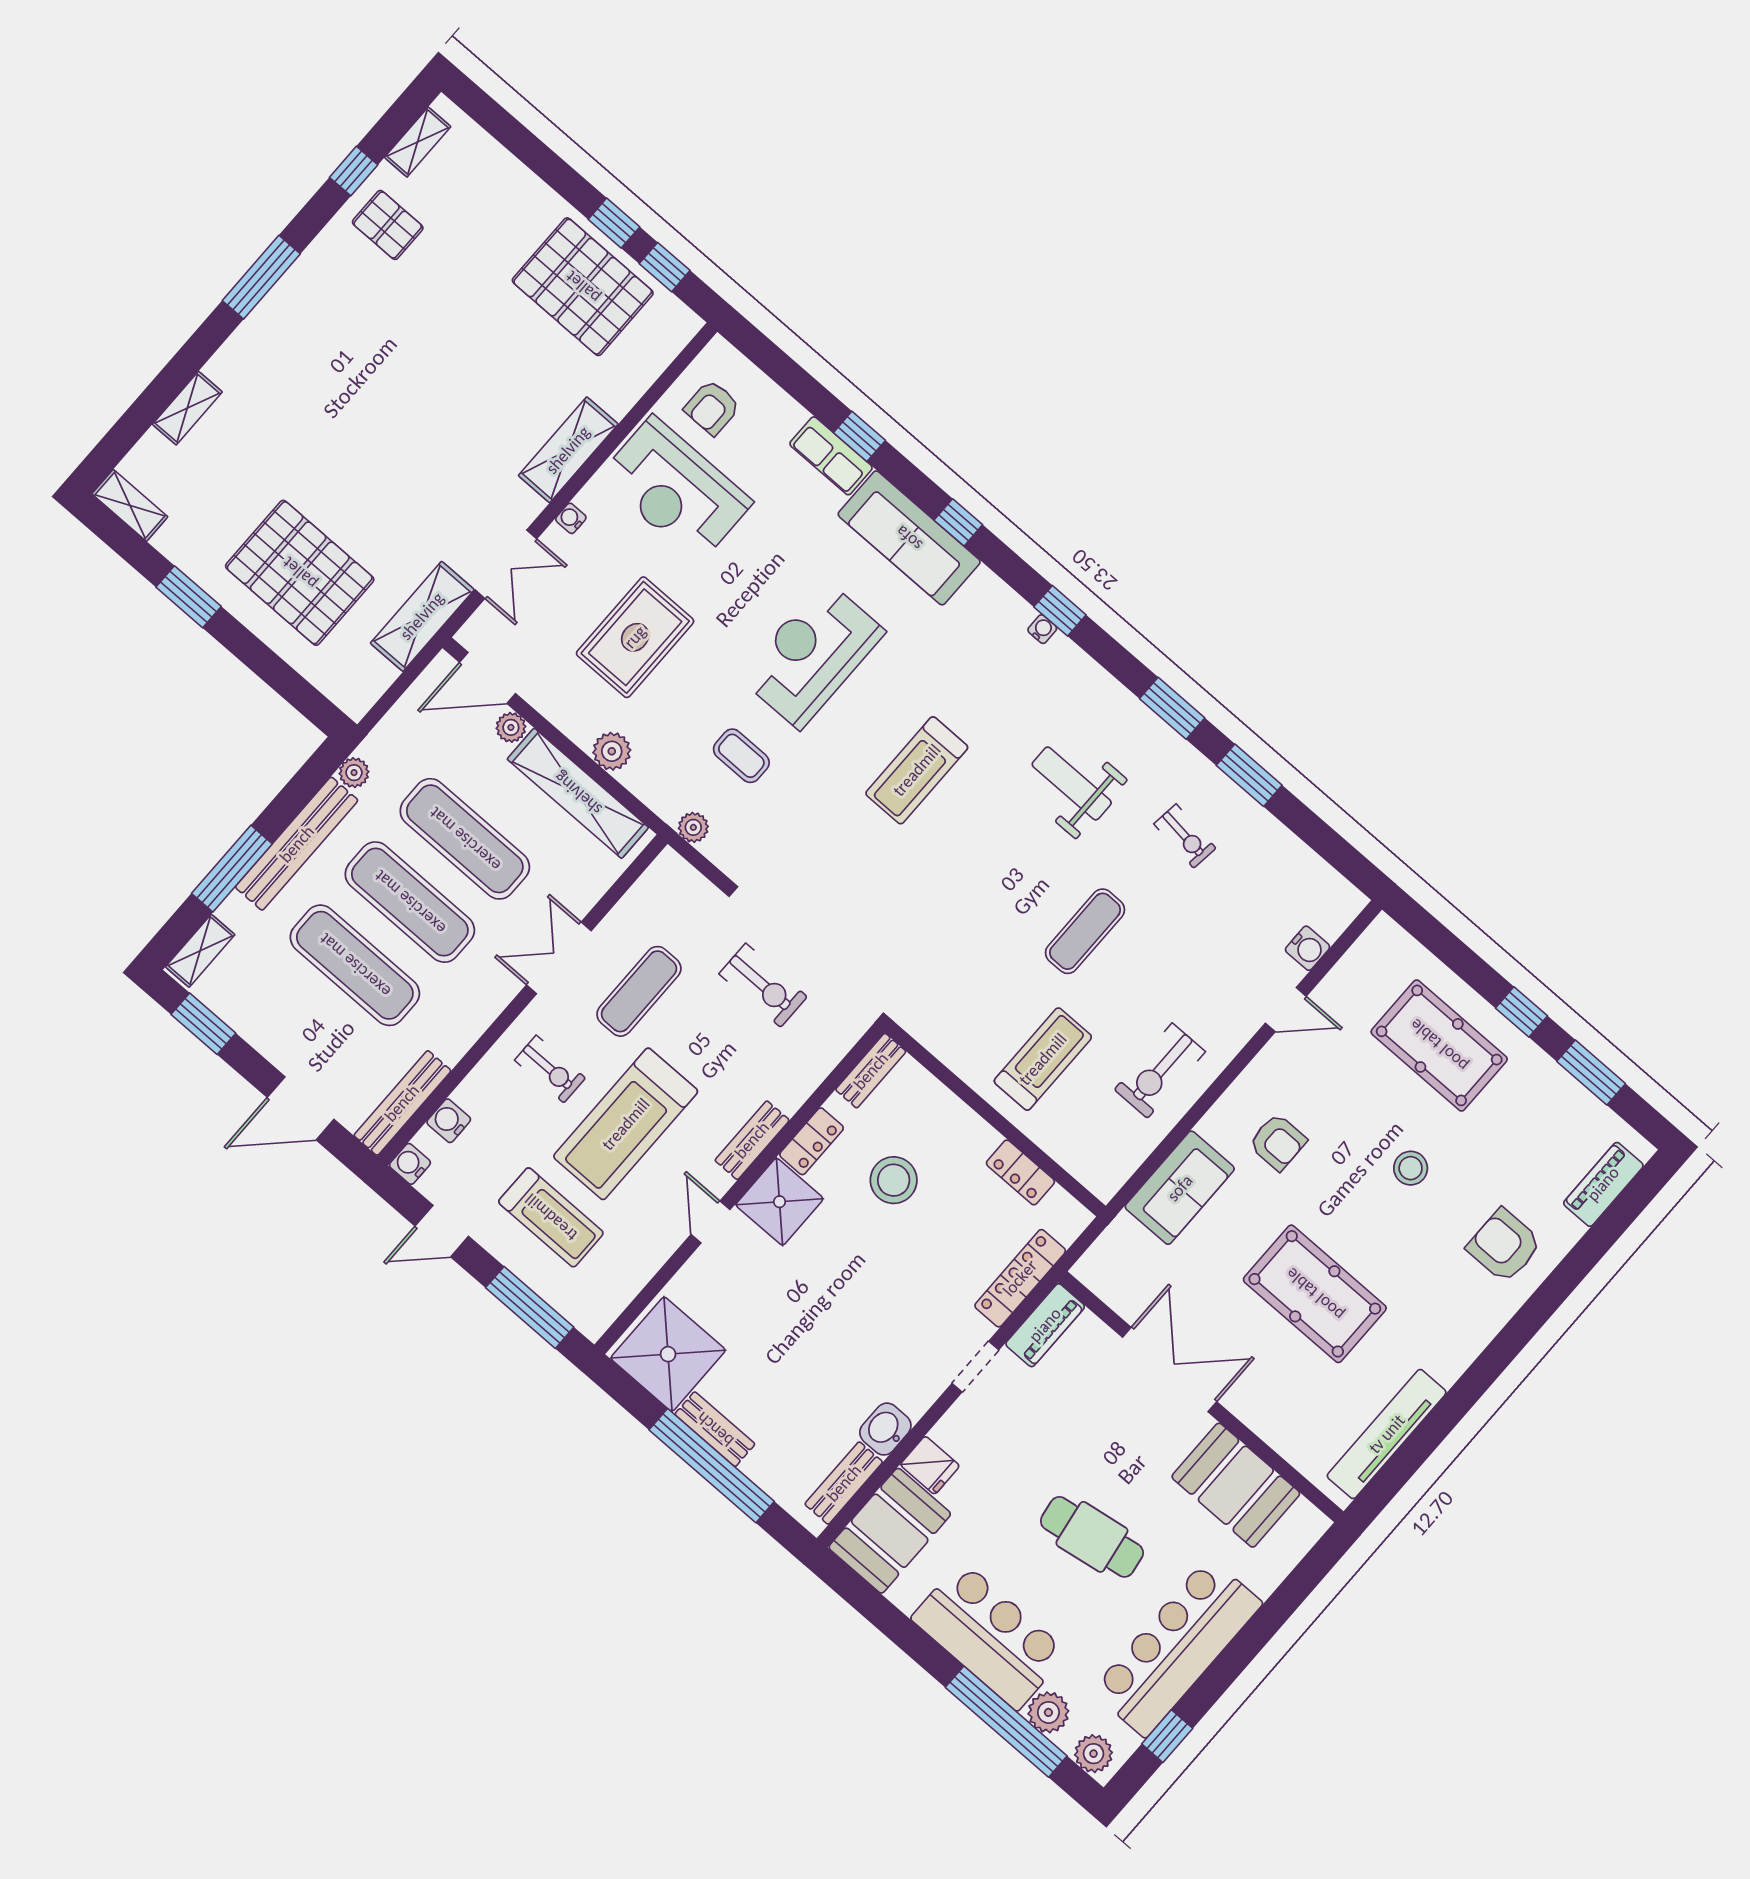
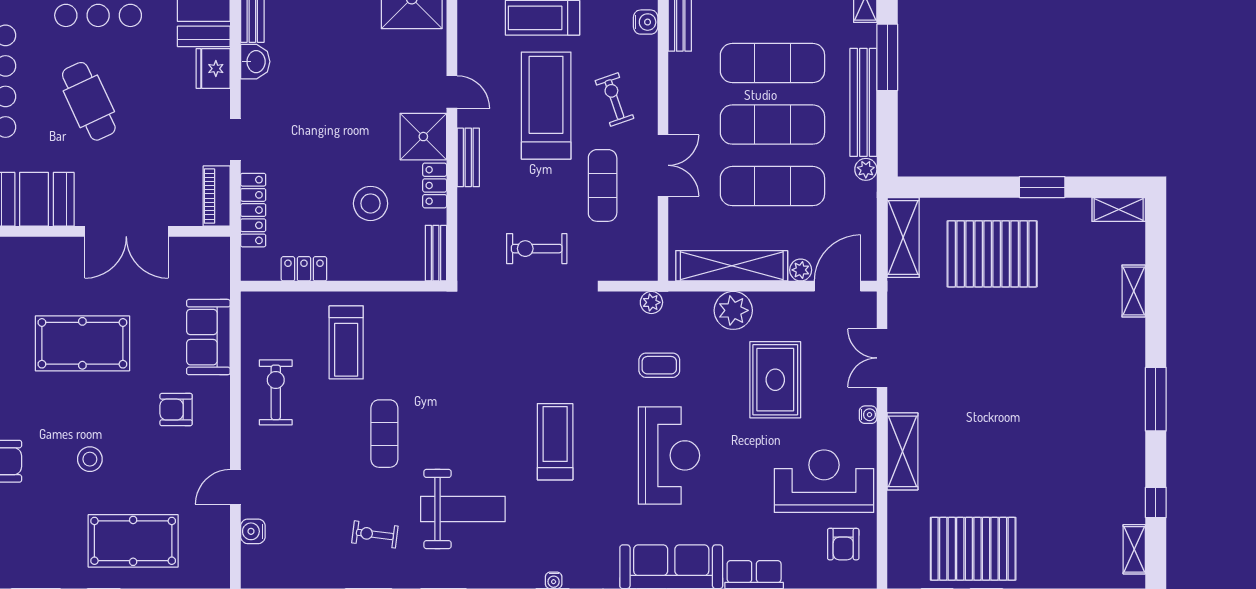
pallet: (388, 225) -> (1111, 489), removed
armchair: (712, 408) -> (843, 544), turned 180
shelving: (422, 616) -> (903, 237), moved
plant: (612, 751) -> (733, 310), width x1.36, depth x1.36
weight bench: (1072, 783) -> (463, 509), width x1.36, depth x1.33
exercise bike: (550, 1069) -> (614, 99), turned 71
fridge: (930, 1465) -> (213, 69), width x1.38
cafe table: (1092, 1537) -> (89, 101), turned 74

